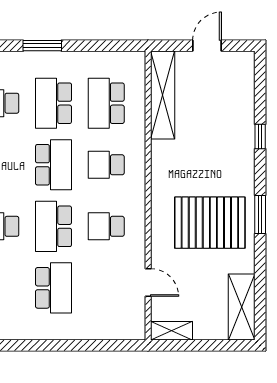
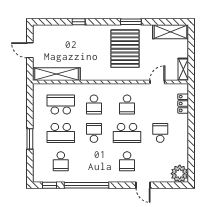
school desk: (106, 103) -> (61, 105), turned 180
school desk: (54, 165) -> (94, 133), width x0.54
window: (260, 215) -> (131, 22), moved
school desk: (54, 288) -> (160, 133), width x0.54
locker: (108, 330) -> (183, 104), added

